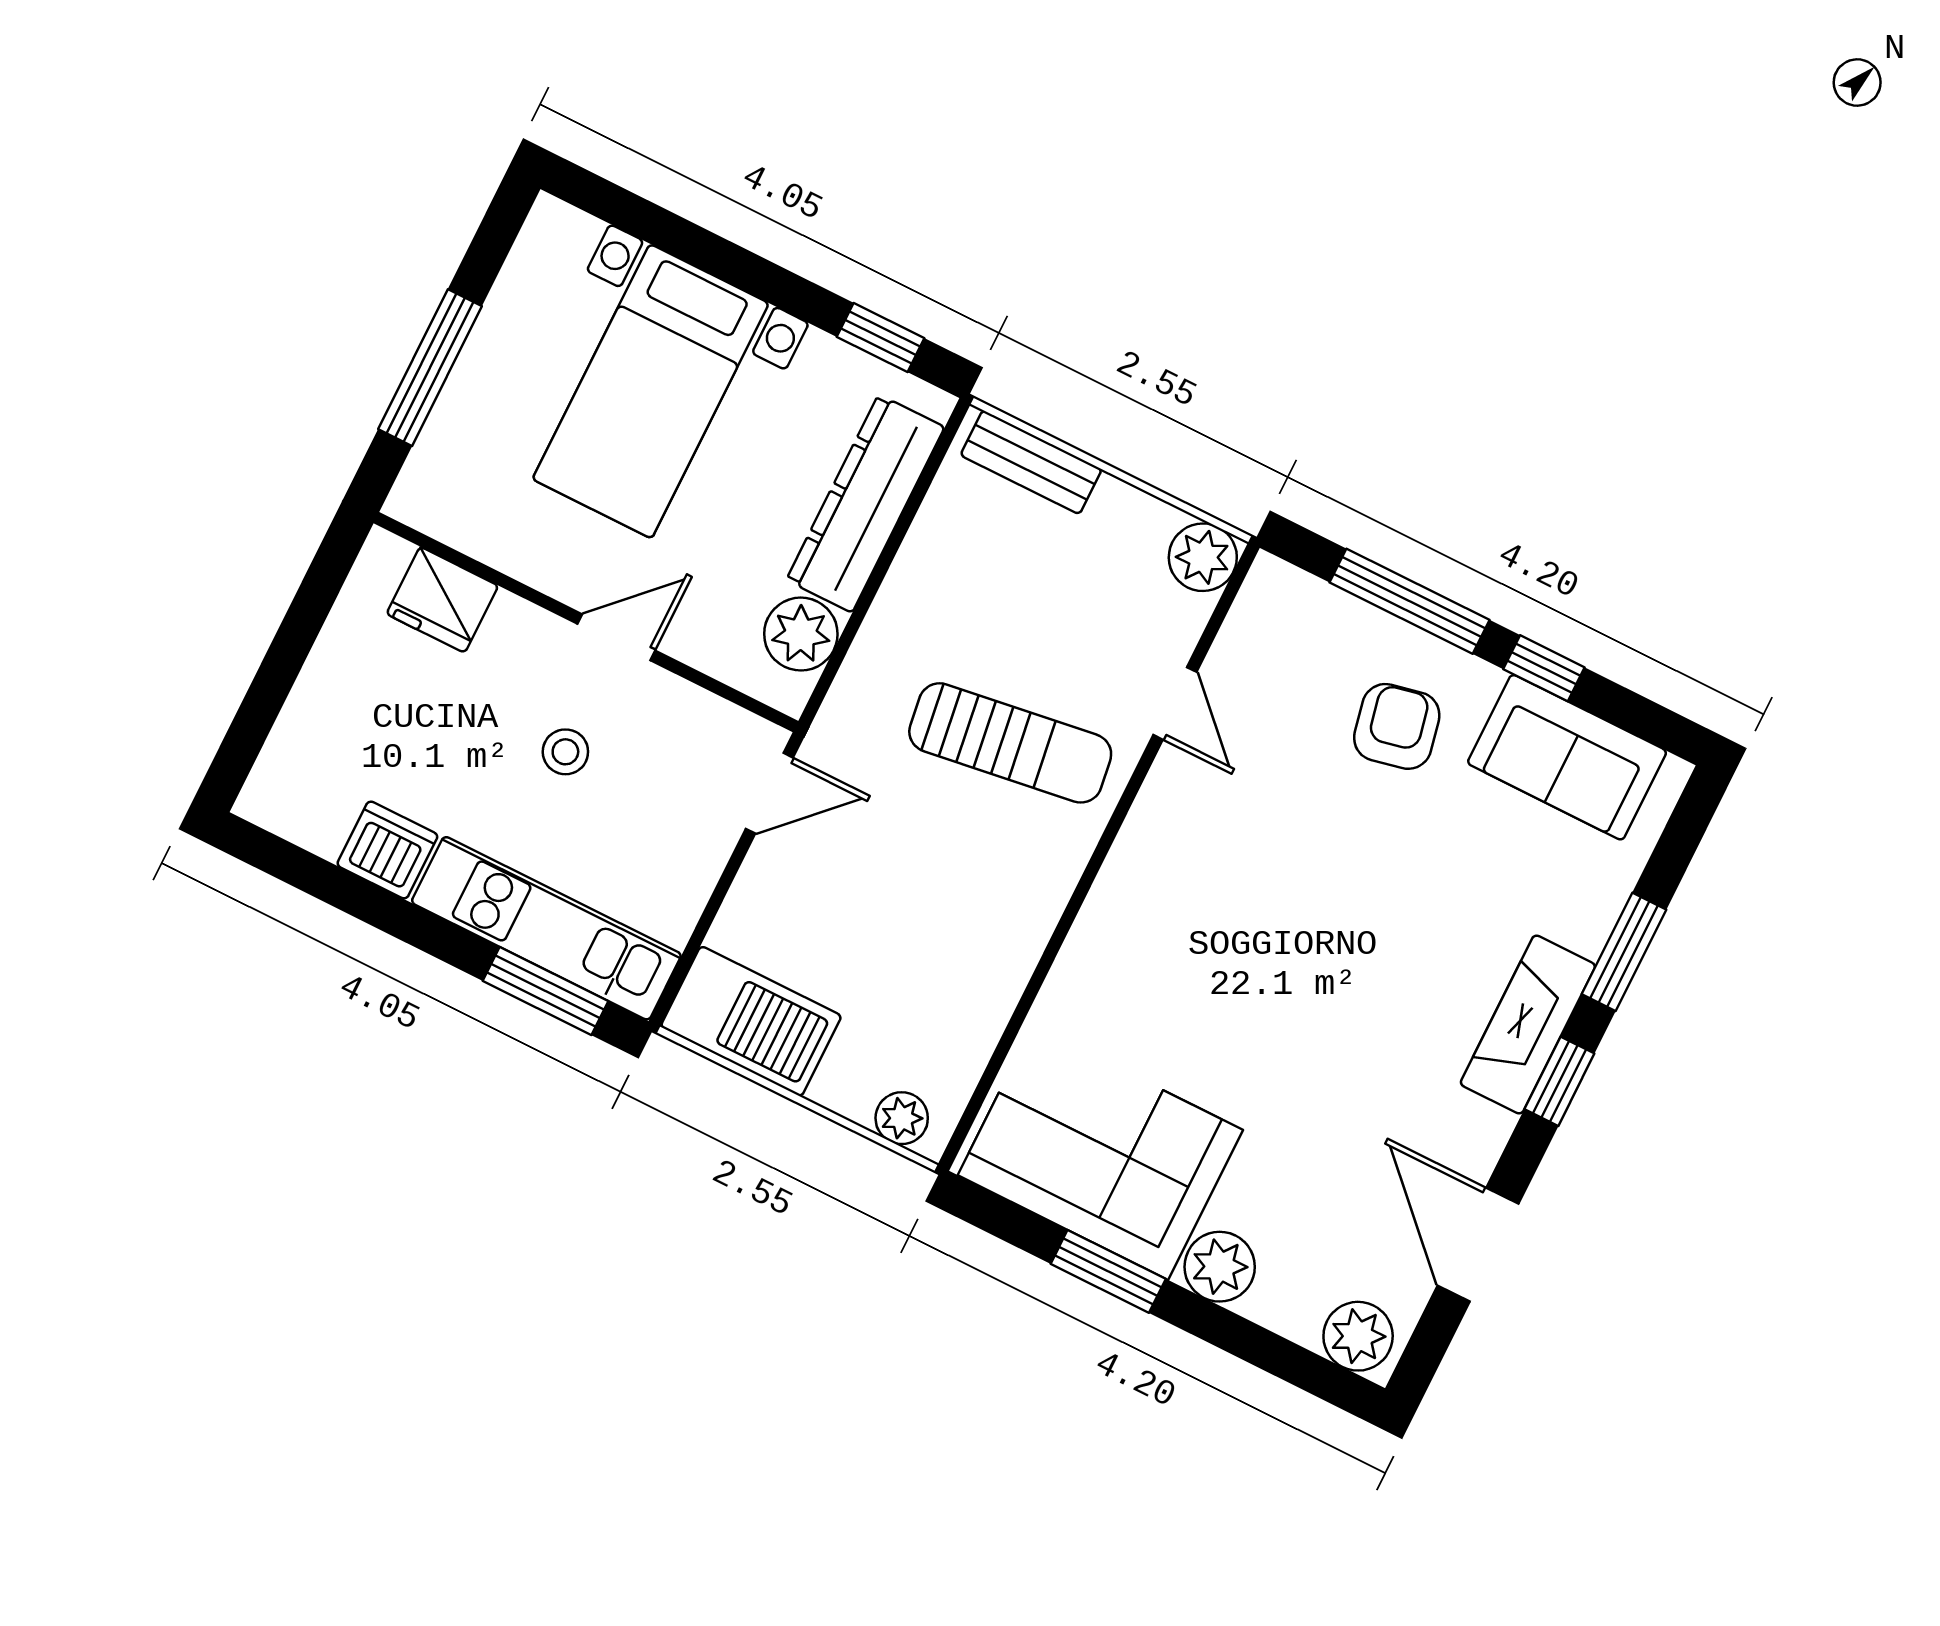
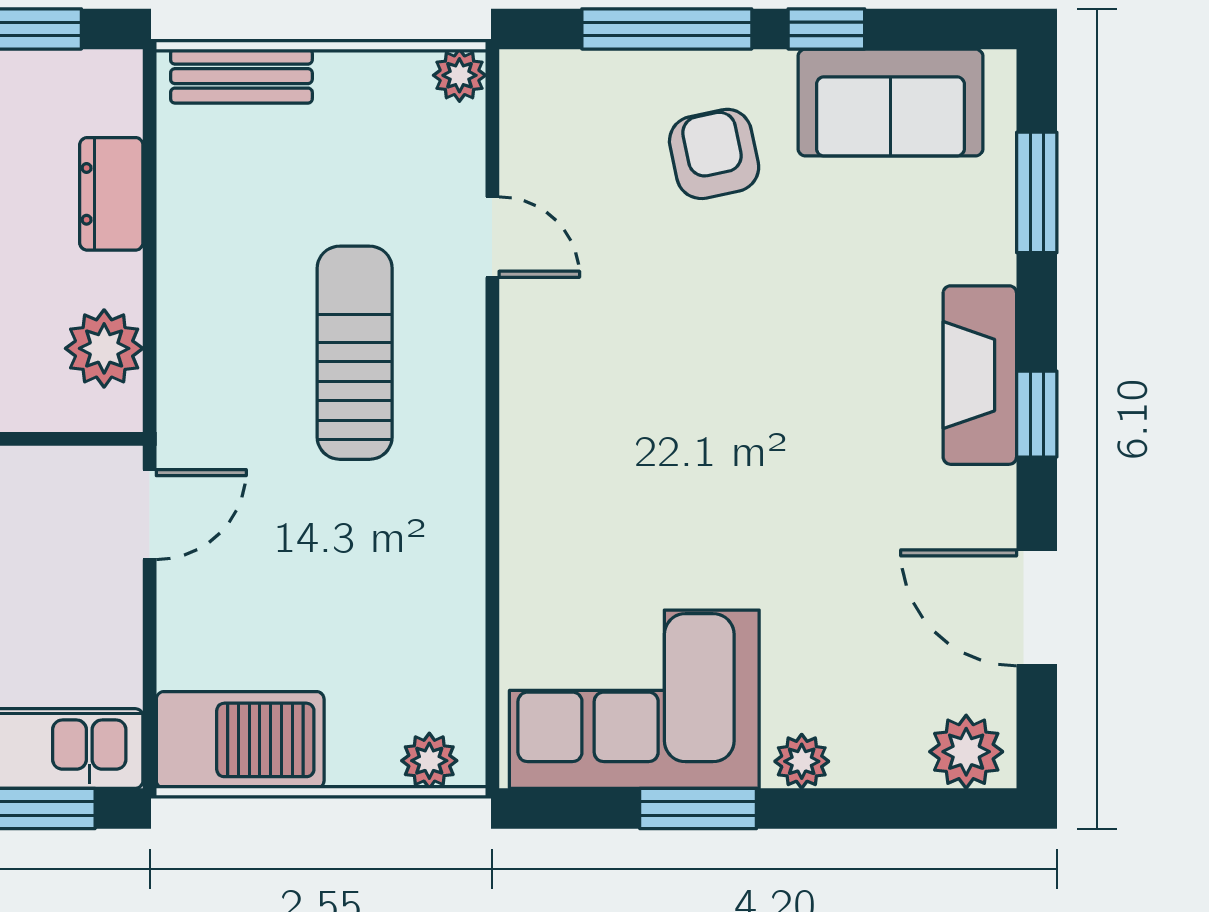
dresser: (865, 504) -> (111, 194), width x0.51, depth x0.80
plant: (1203, 557) -> (459, 75), width x0.73, depth x0.73
sun lounger: (1010, 743) -> (355, 353), turned -82
window: (1624, 952) -> (1037, 192), moved
plant: (1220, 1267) -> (802, 761), width x0.73, depth x0.73

